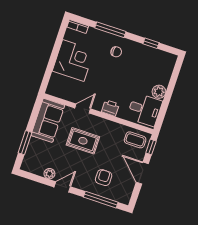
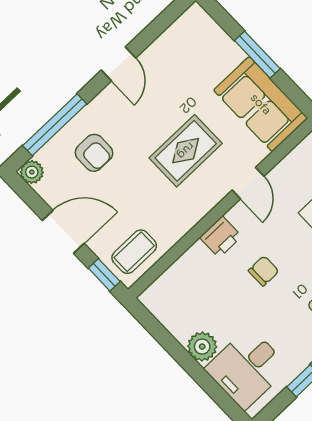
chair: (115, 83) -> (264, 271), added
desk: (145, 110) -> (247, 368), moved
window: (25, 143) -> (257, 55), moved
plant: (49, 174) -> (32, 172), moved

